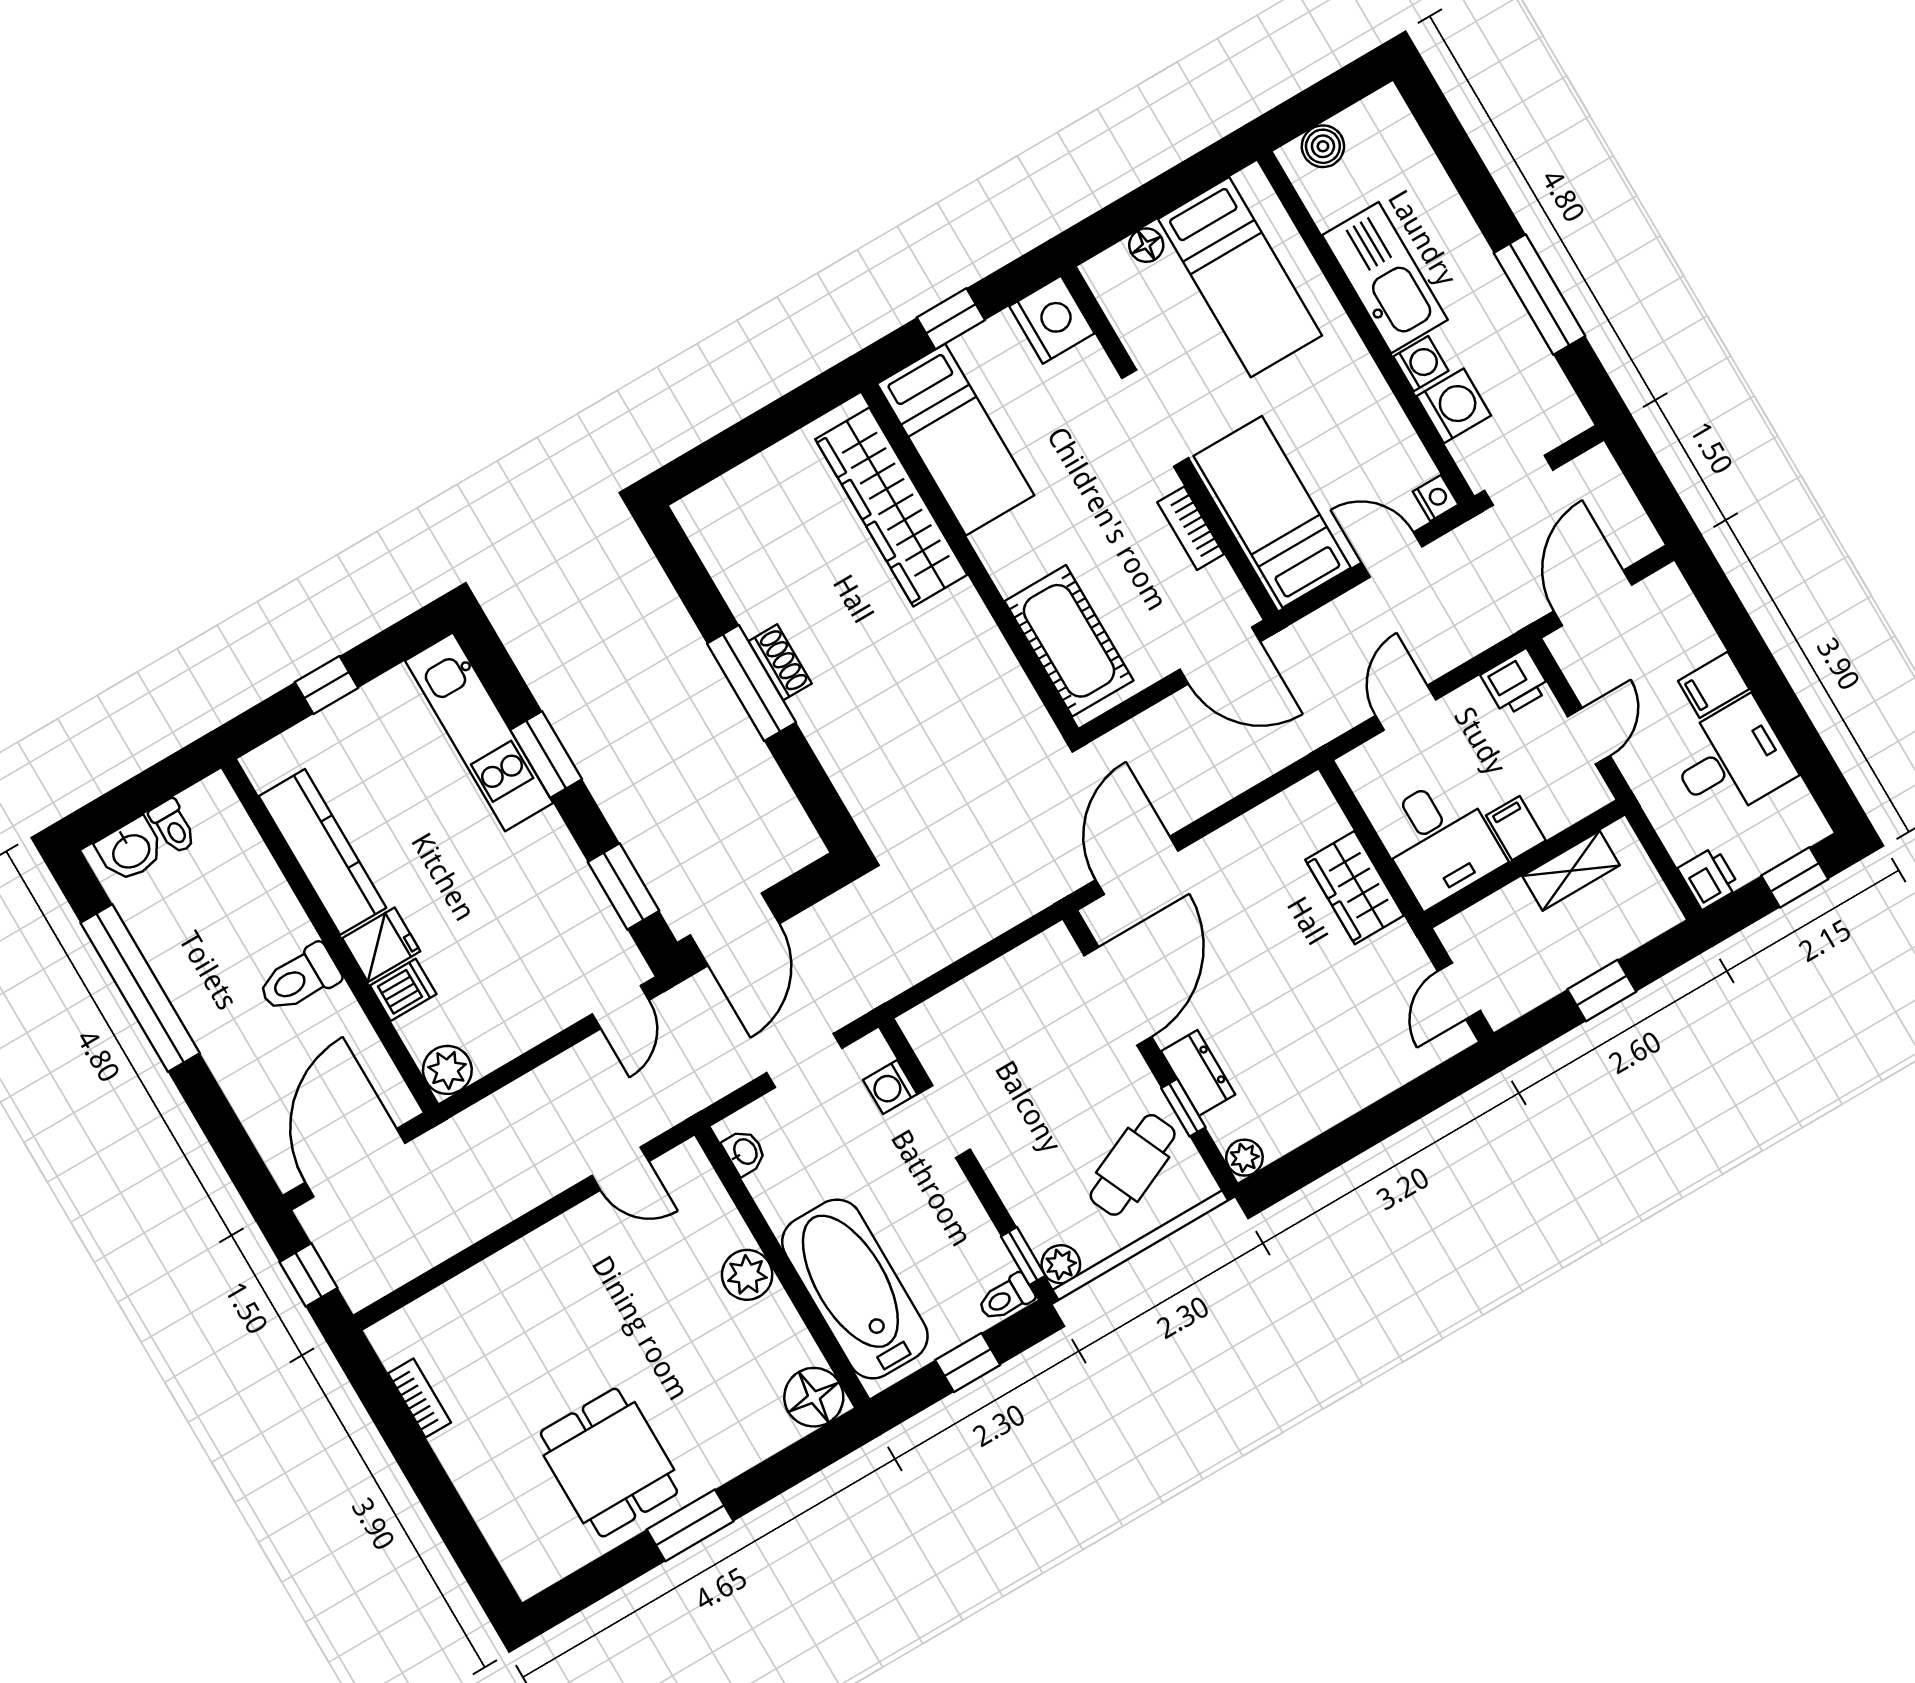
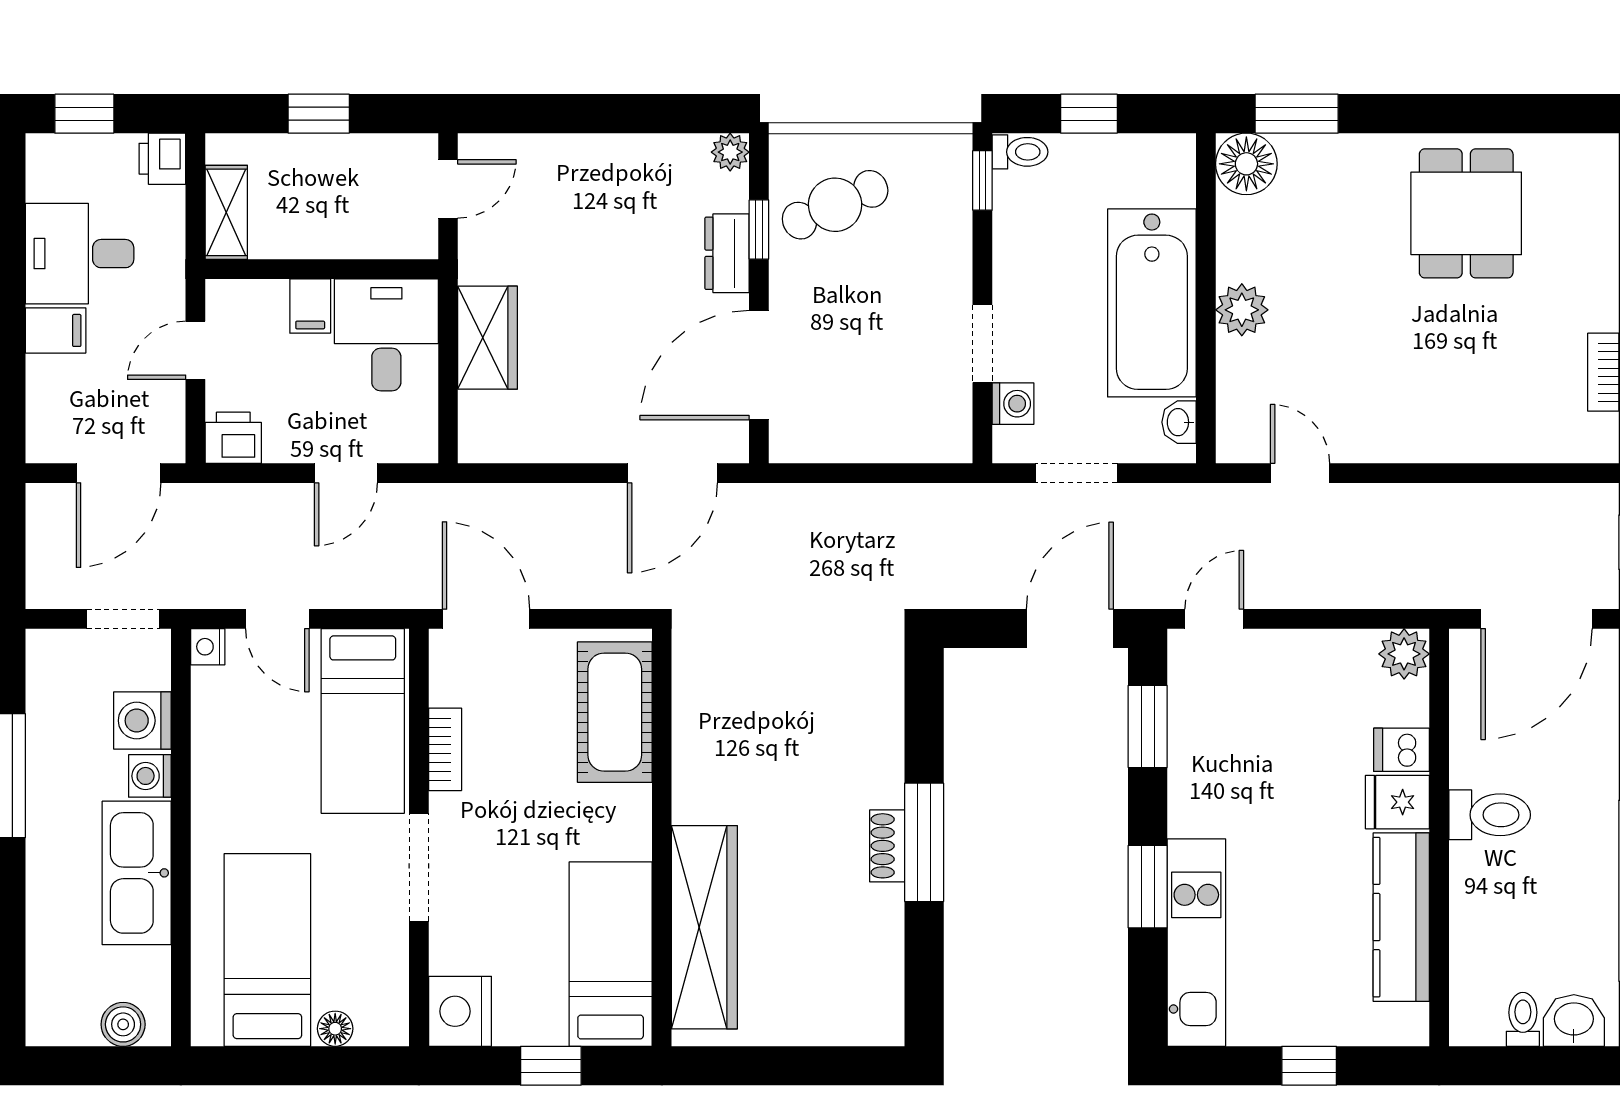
shelving: (1571, 871) -> (226, 212), moved, turned 90
plant: (1061, 1264) -> (953, 153), removed
bathtub: (855, 1289) -> (1152, 303), moved
window: (690, 1525) -> (1297, 114), moved

